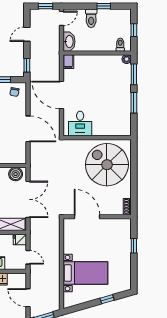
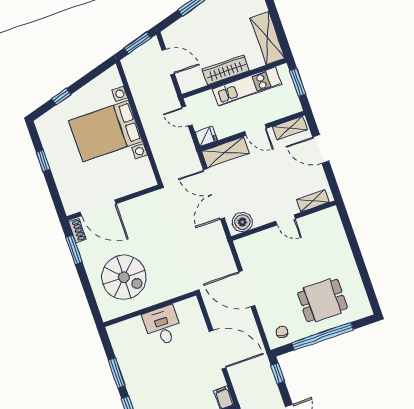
desk: (80, 123) -> (163, 326), moved
spiral stairs: (107, 165) -> (124, 277), width x0.73, depth x0.73
window: (134, 194) -> (74, 250), added
door: (87, 217) -> (98, 208), moved
window: (134, 246) -> (43, 161), moved
bed with nightstands: (85, 273) -> (106, 131), width x1.36

